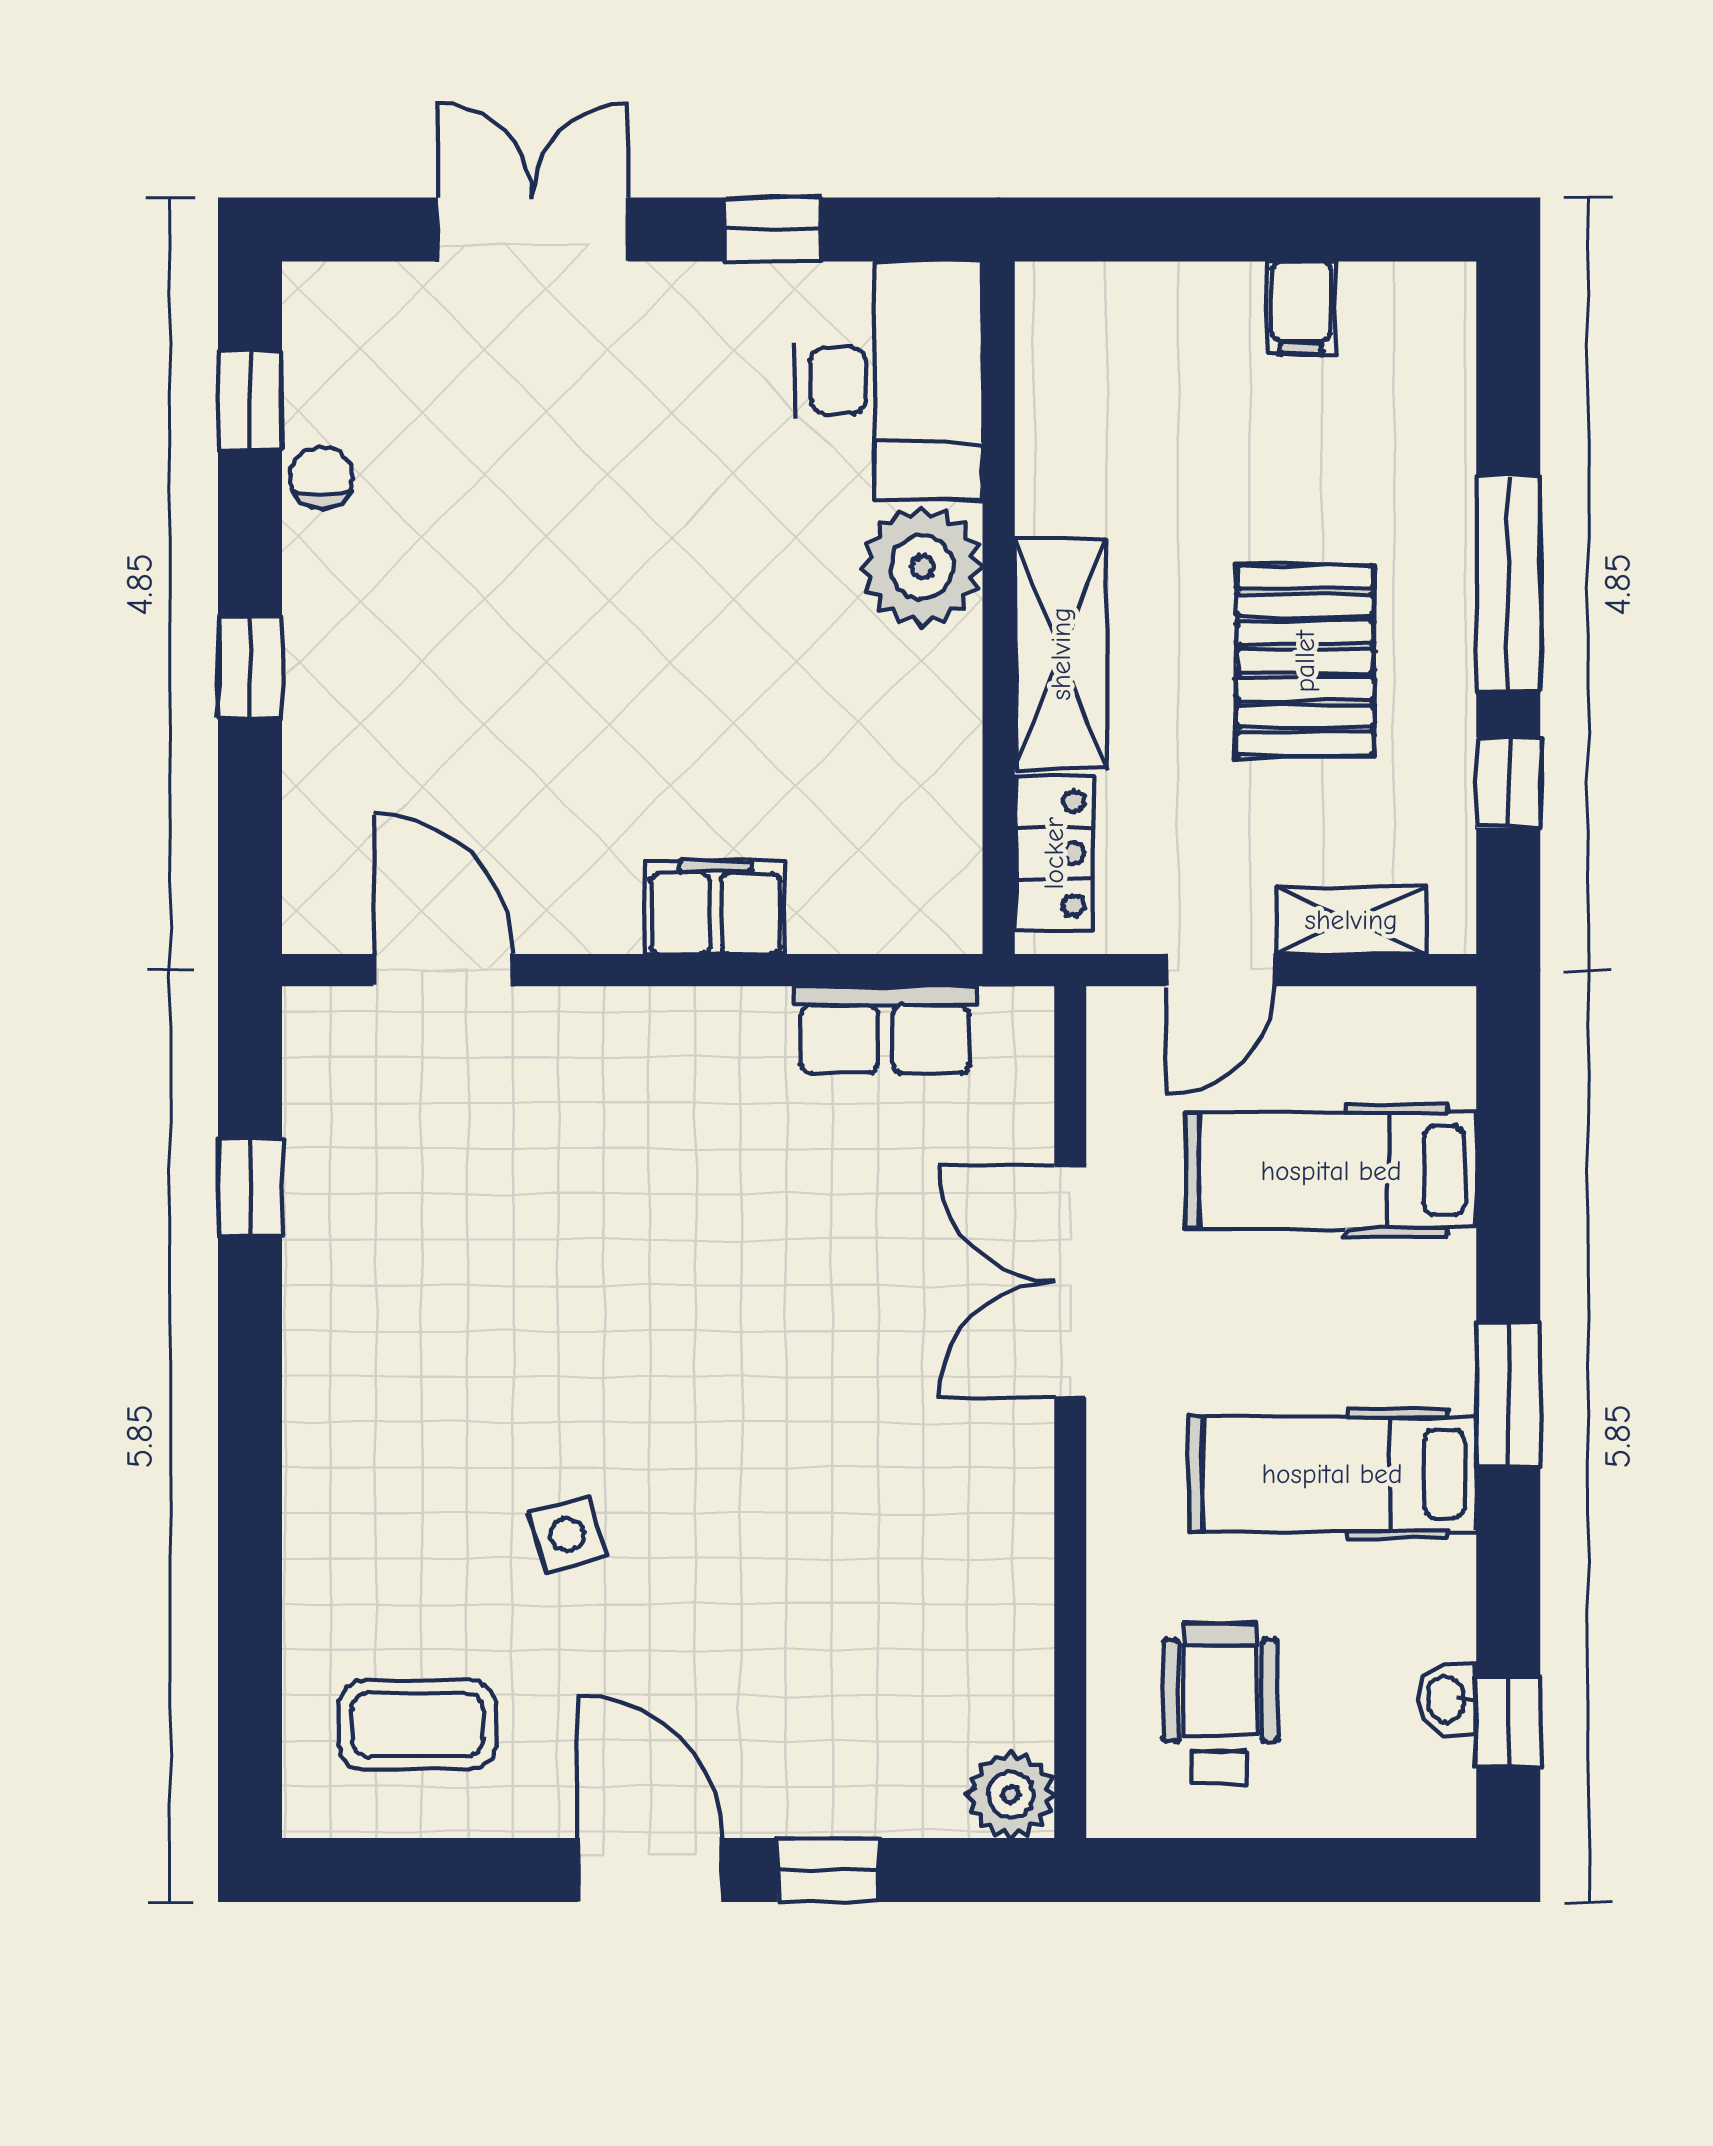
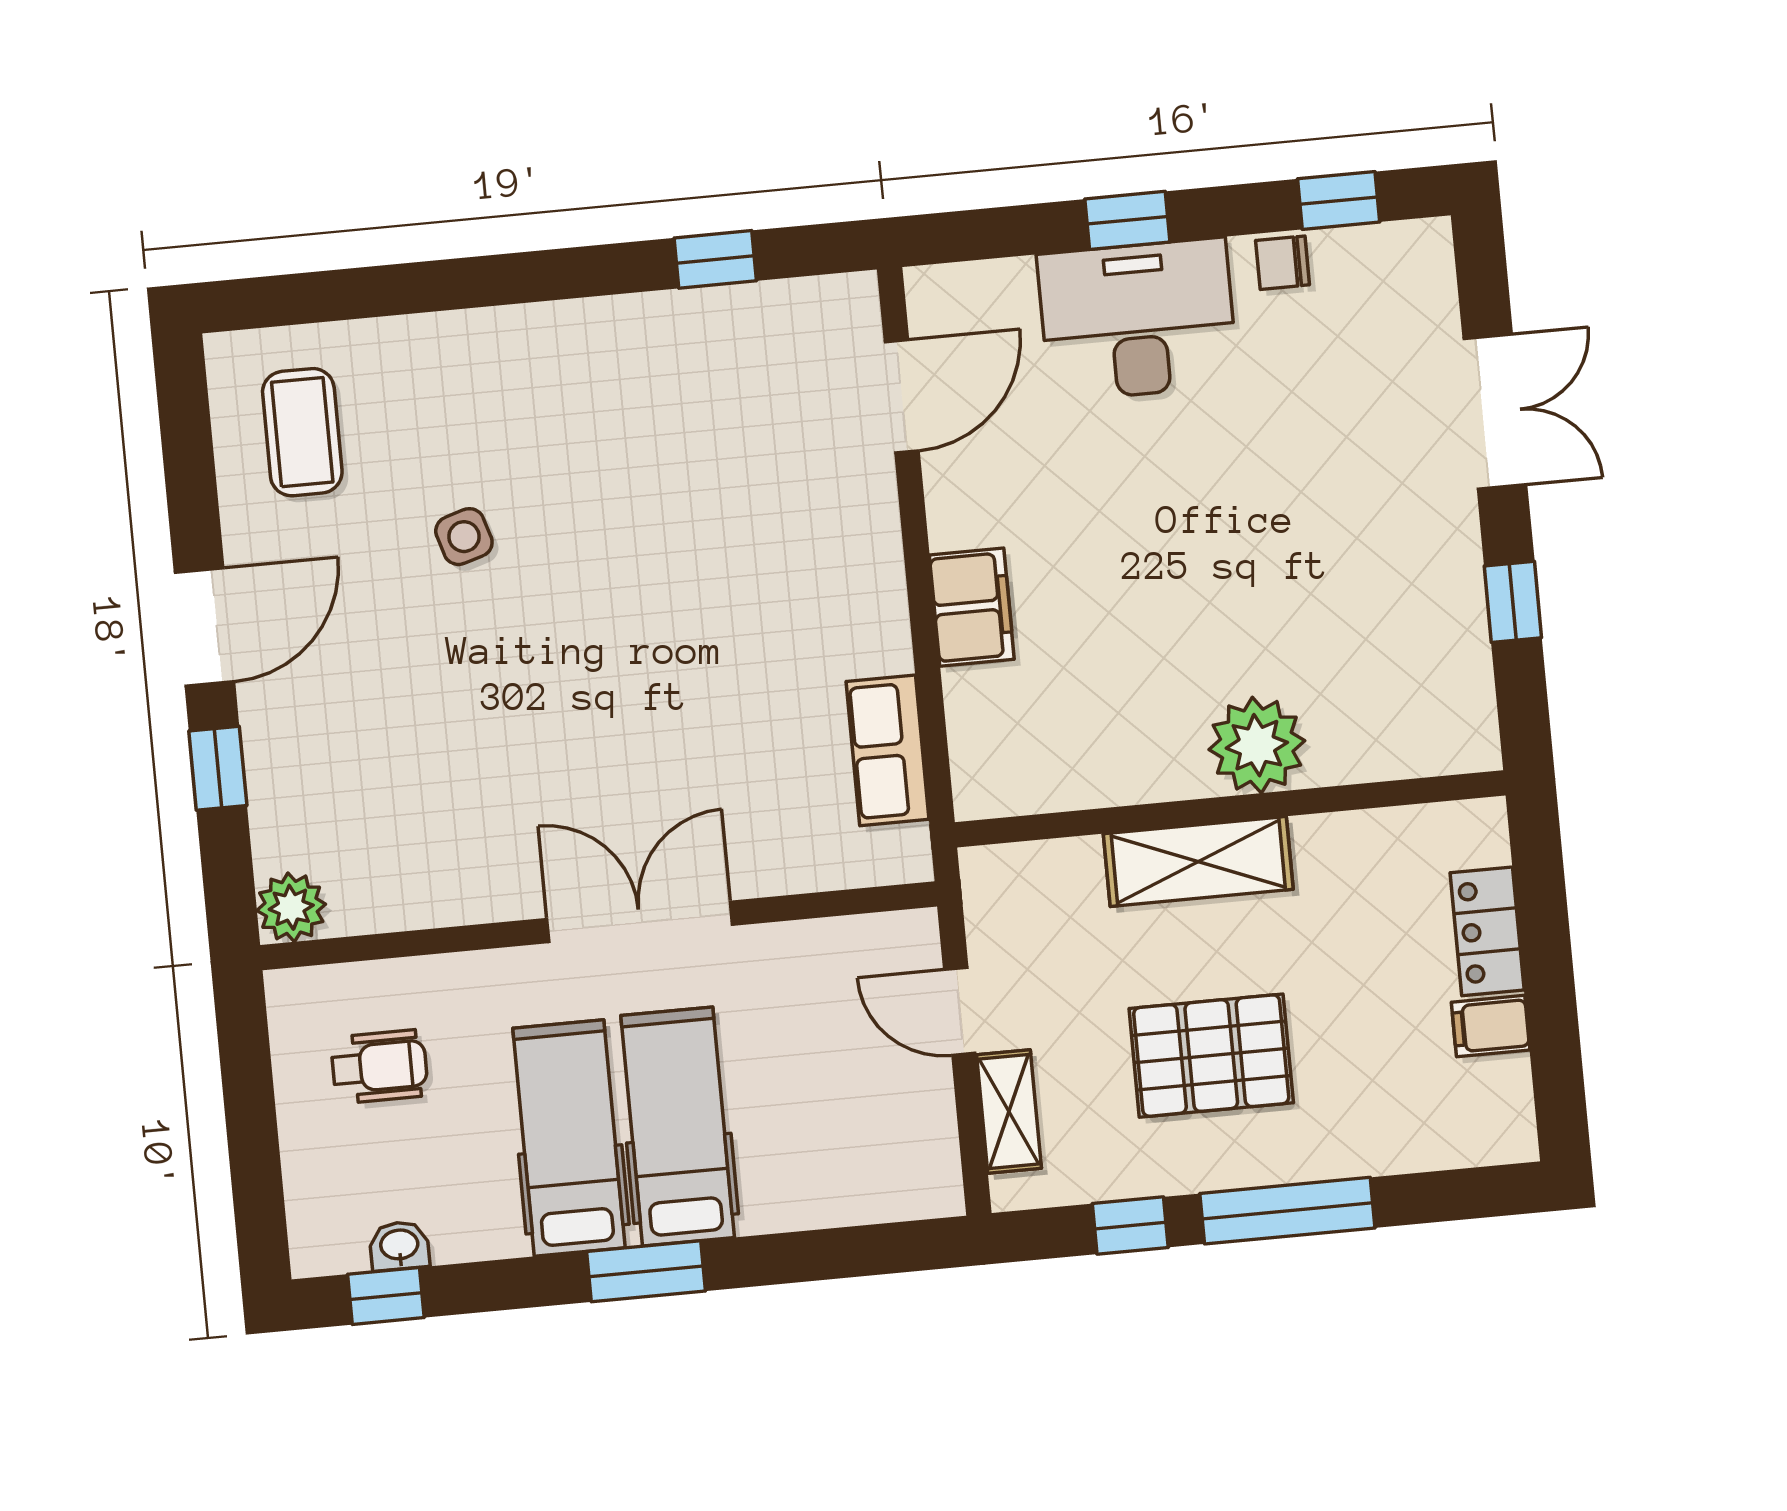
desk: (889, 381) -> (1138, 320), moved, turned 180
chair: (321, 478) -> (1283, 263), turned 180
locker: (1054, 853) -> (1487, 931), moved, turned 90
hospital bed: (1331, 1171) -> (678, 1126), moved
double door: (1070, 1282) -> (640, 922), moved
wheelchair: (1221, 1703) -> (379, 1067), width x0.73, depth x0.73

